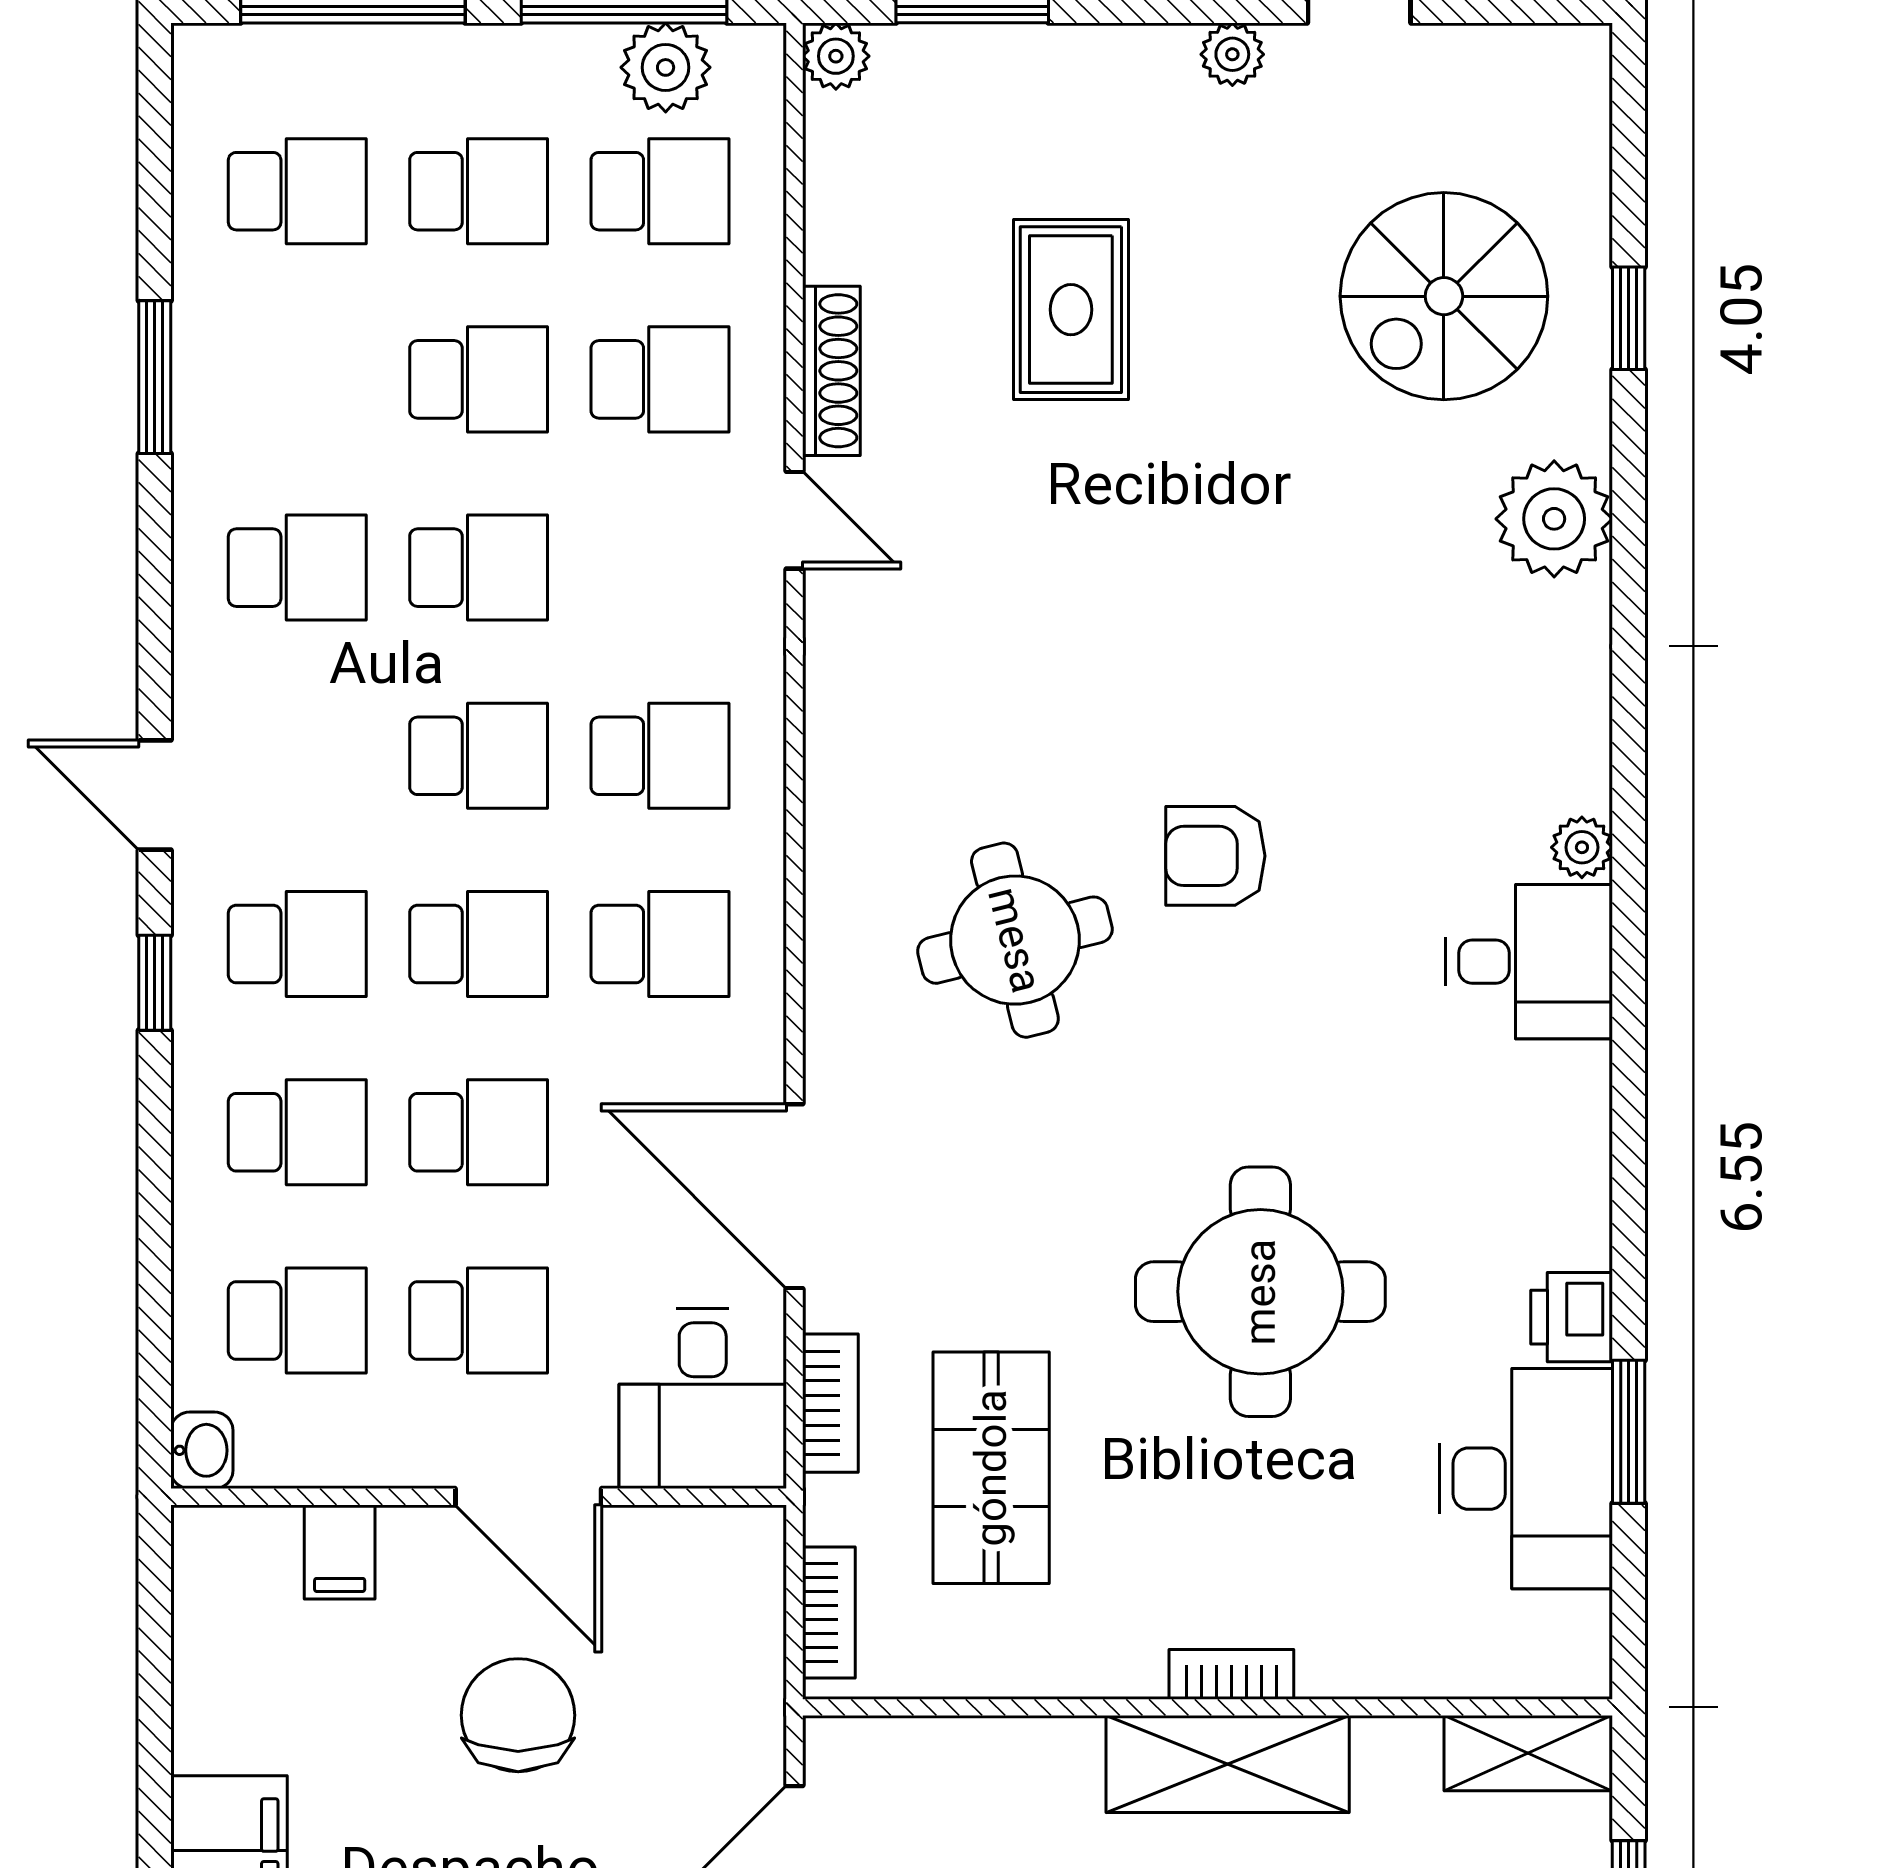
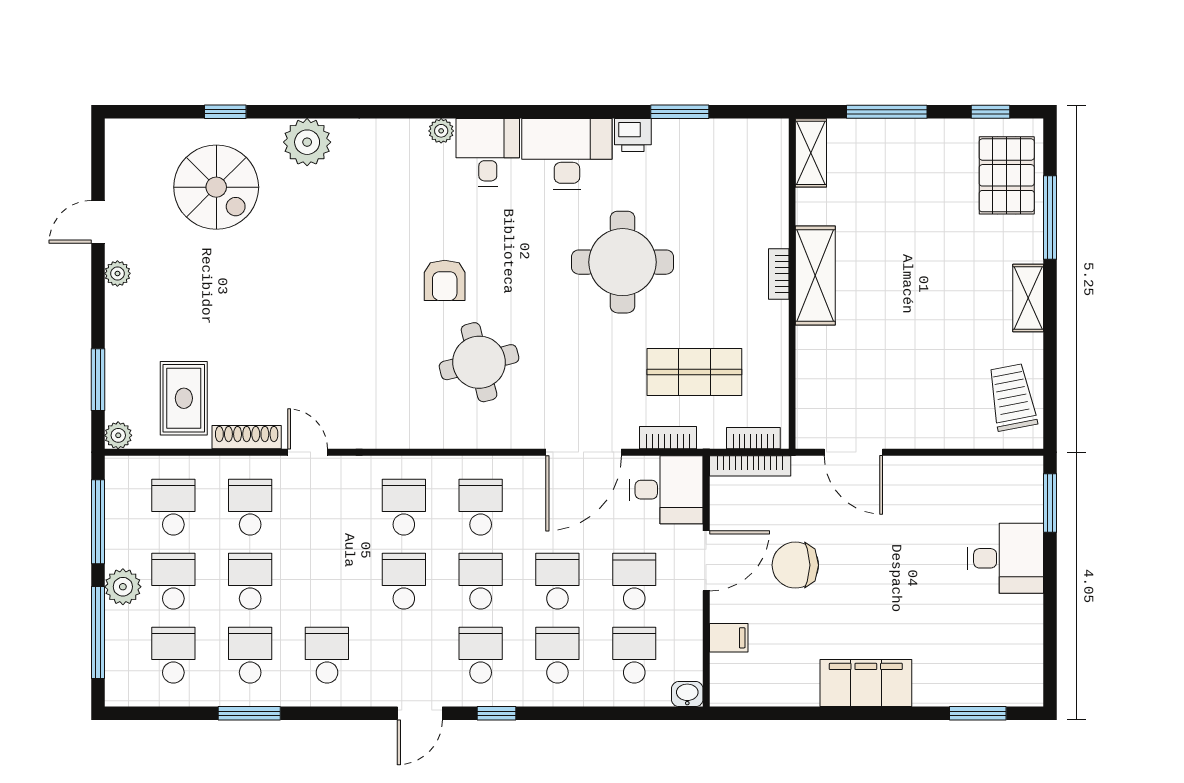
plant: (666, 67) -> (123, 587), moved
rug: (1071, 310) -> (184, 398), moved, turned 90
door: (794, 520) -> (308, 452), hinge flipped
school desk: (479, 568) -> (250, 655), moved
desk: (1526, 1479) -> (567, 154), moved
bookcase: (761, 1604) -> (750, 466), added

